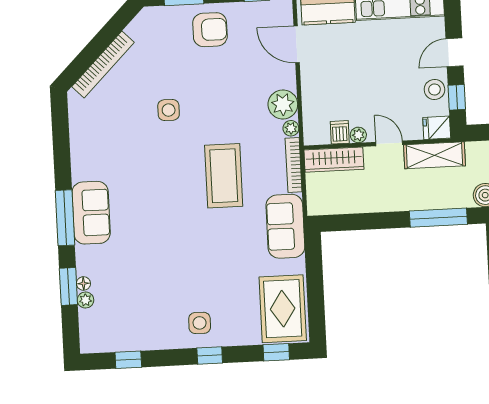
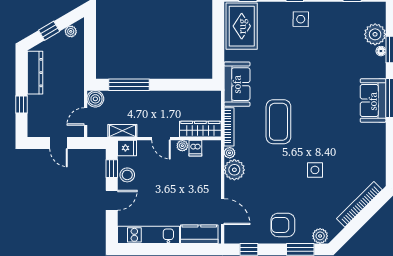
plant: (156, 17) -> (320, 236), added
shelving: (434, 155) -> (122, 131), width x0.67, depth x0.75
plant: (86, 300) -> (375, 34), width x1.88, depth x1.88

